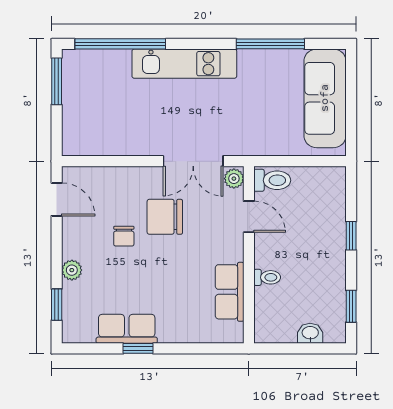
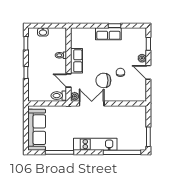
door: (57, 199) -> (148, 72), moved
chair: (165, 217) -> (103, 80), turned 180
row of seats: (230, 292) -> (76, 61), moved
row of seats: (127, 329) -> (108, 34), moved

